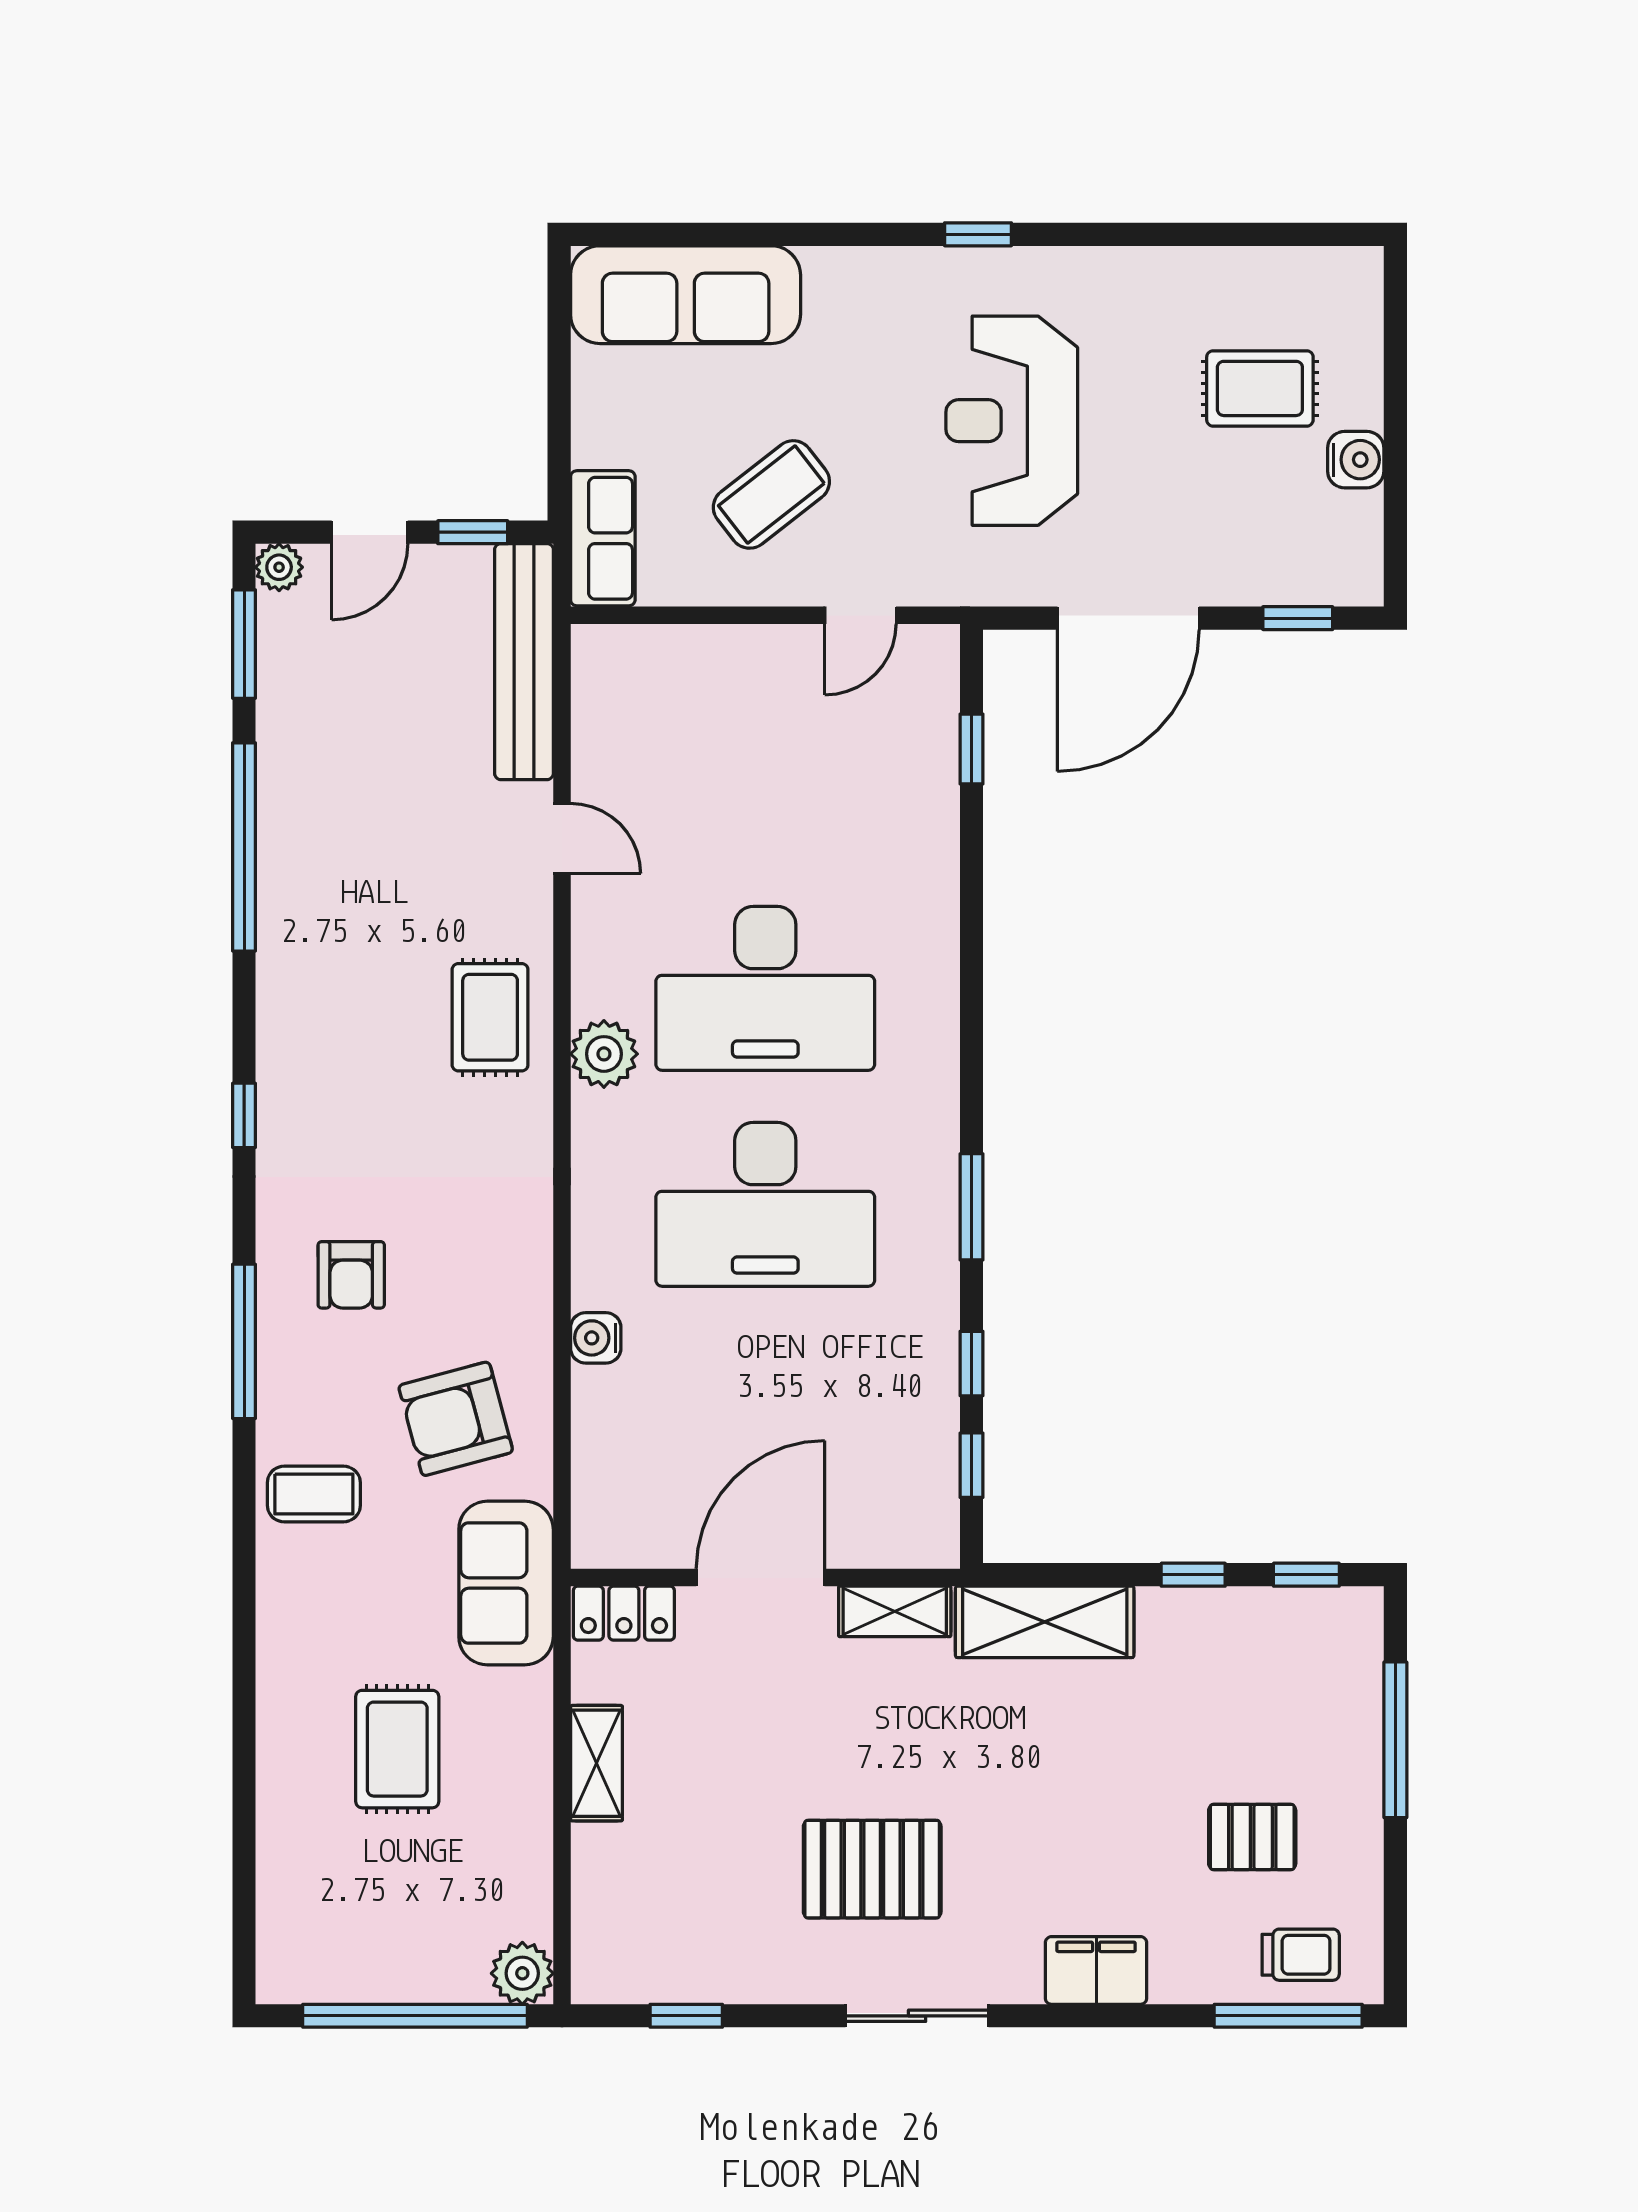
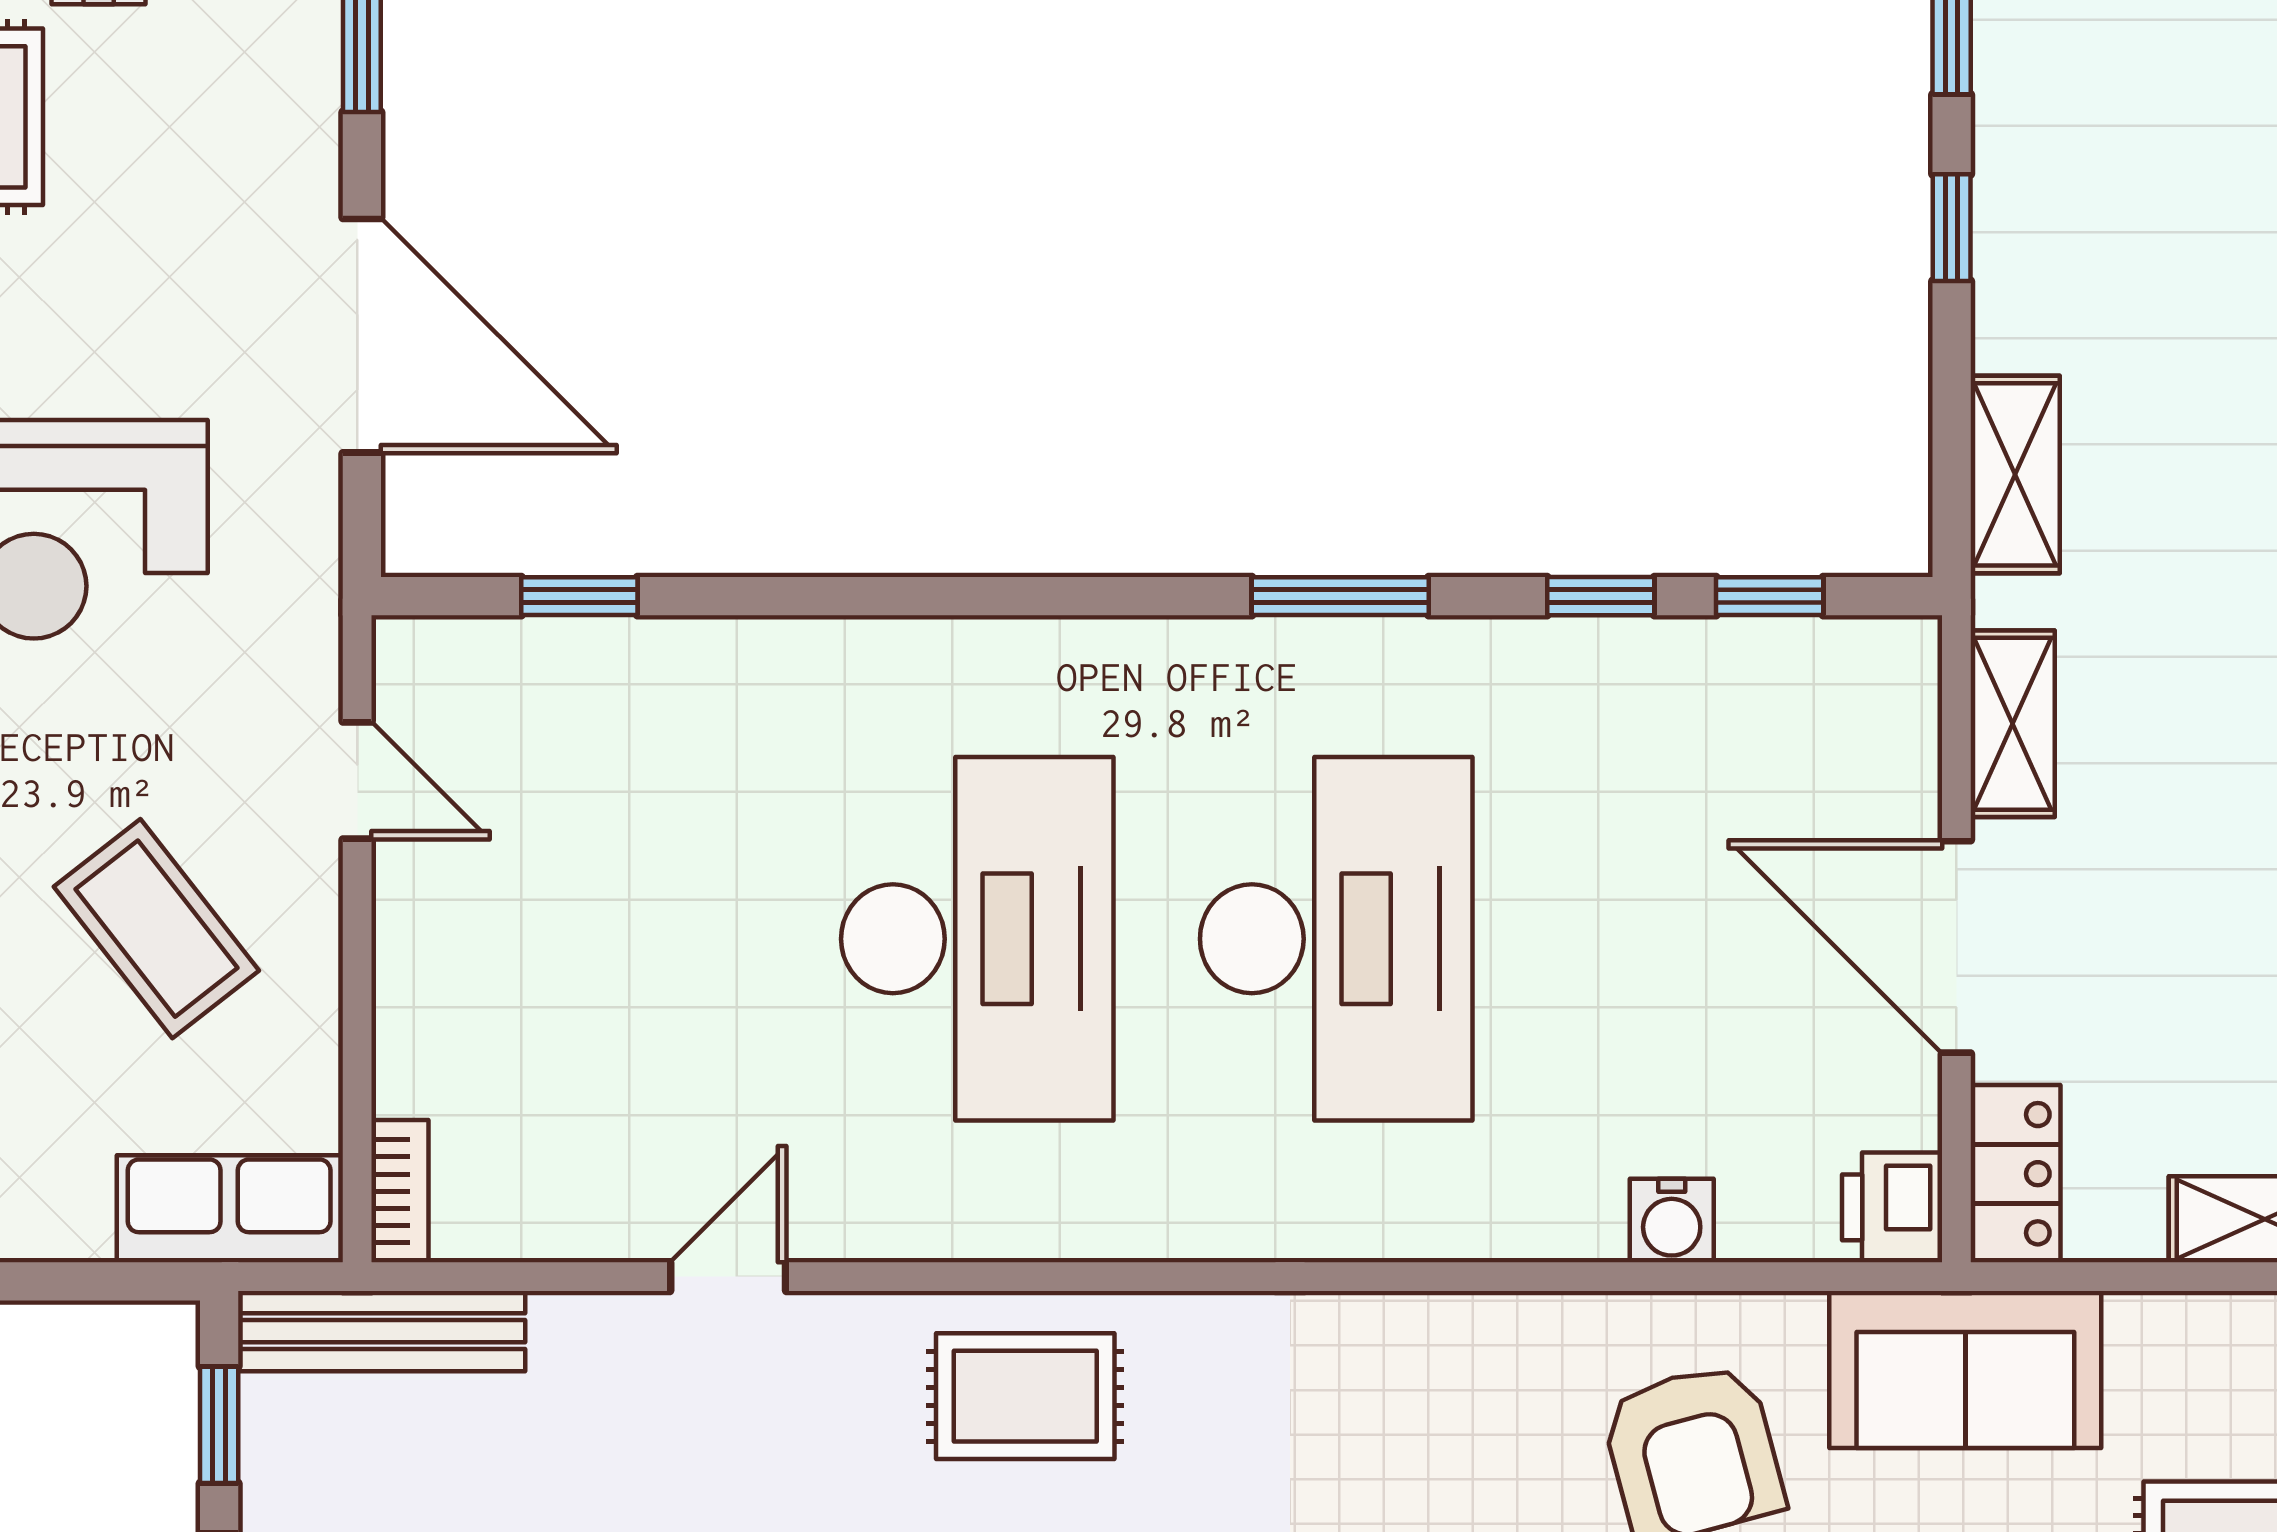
bookcase: (613, 641) -> (400, 1191), added
bench: (524, 662) -> (382, 1331), width x0.73, depth x0.82
plant: (604, 1054) -> (1086, 1207), removed
water cooler: (596, 1338) -> (1672, 1221), moved
printer: (604, 1539) -> (1892, 1207), added
shelving: (1045, 1622) -> (2015, 474), width x0.67, depth x0.75

